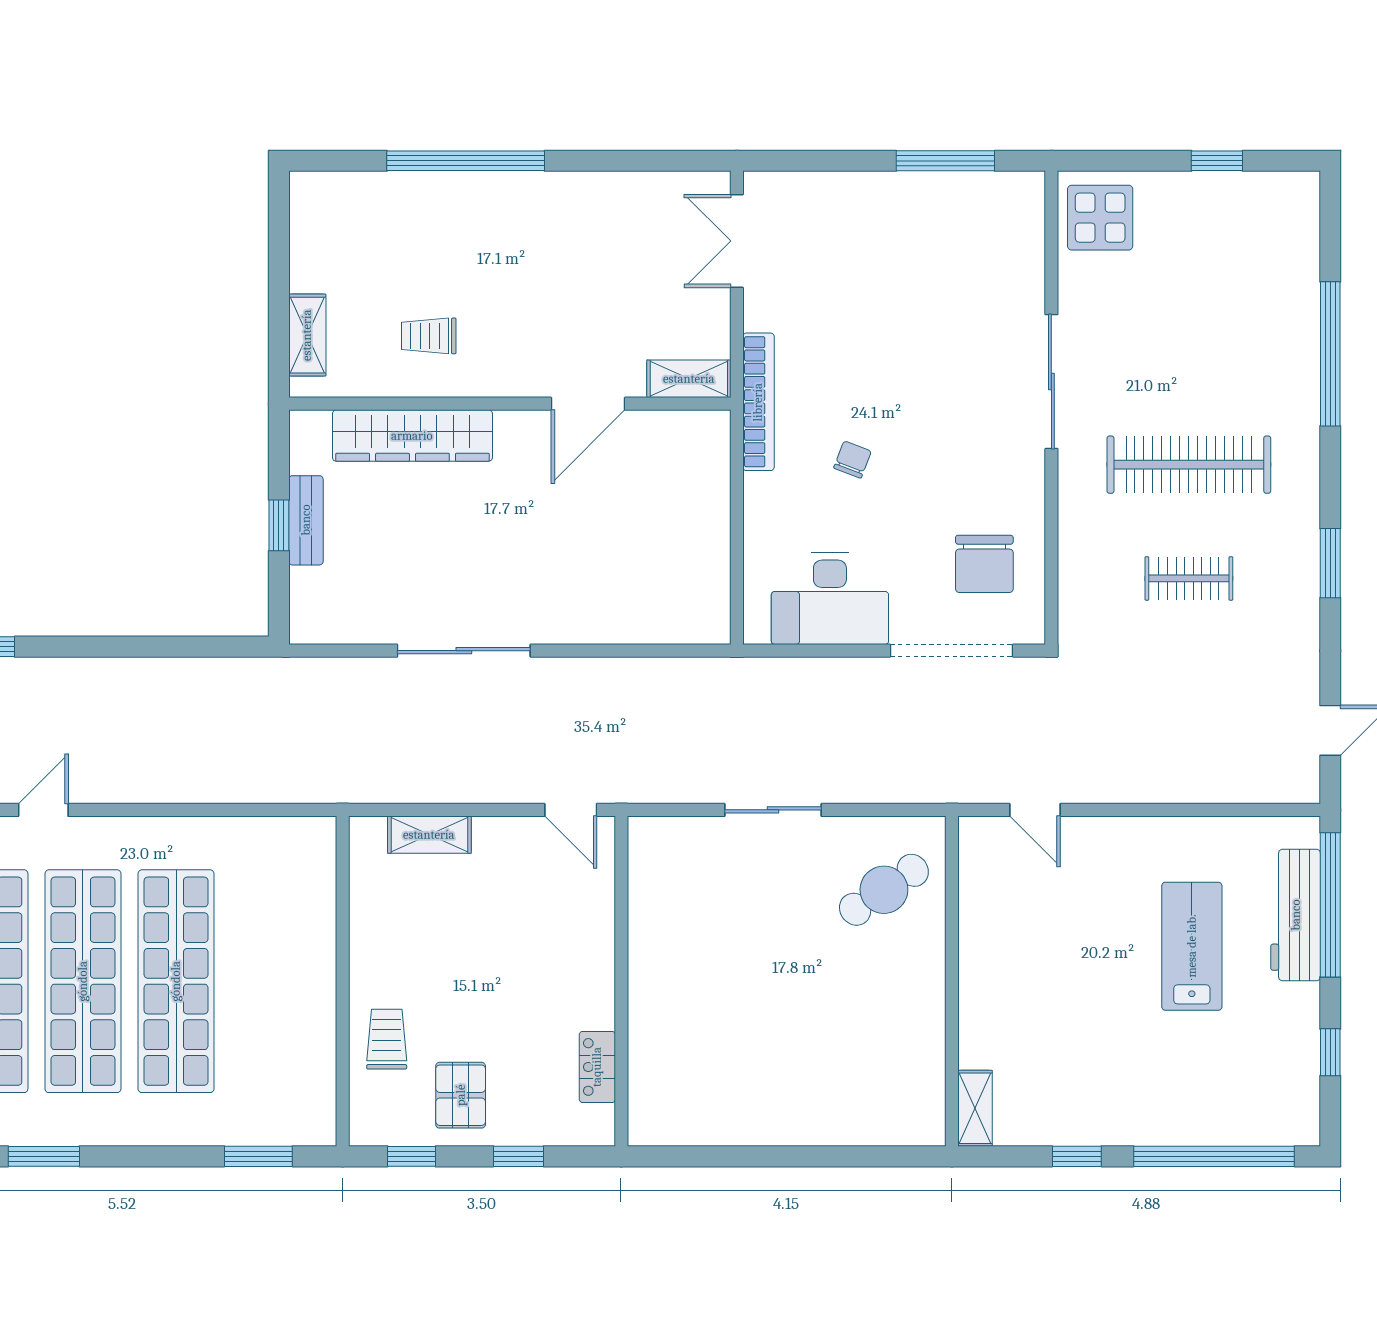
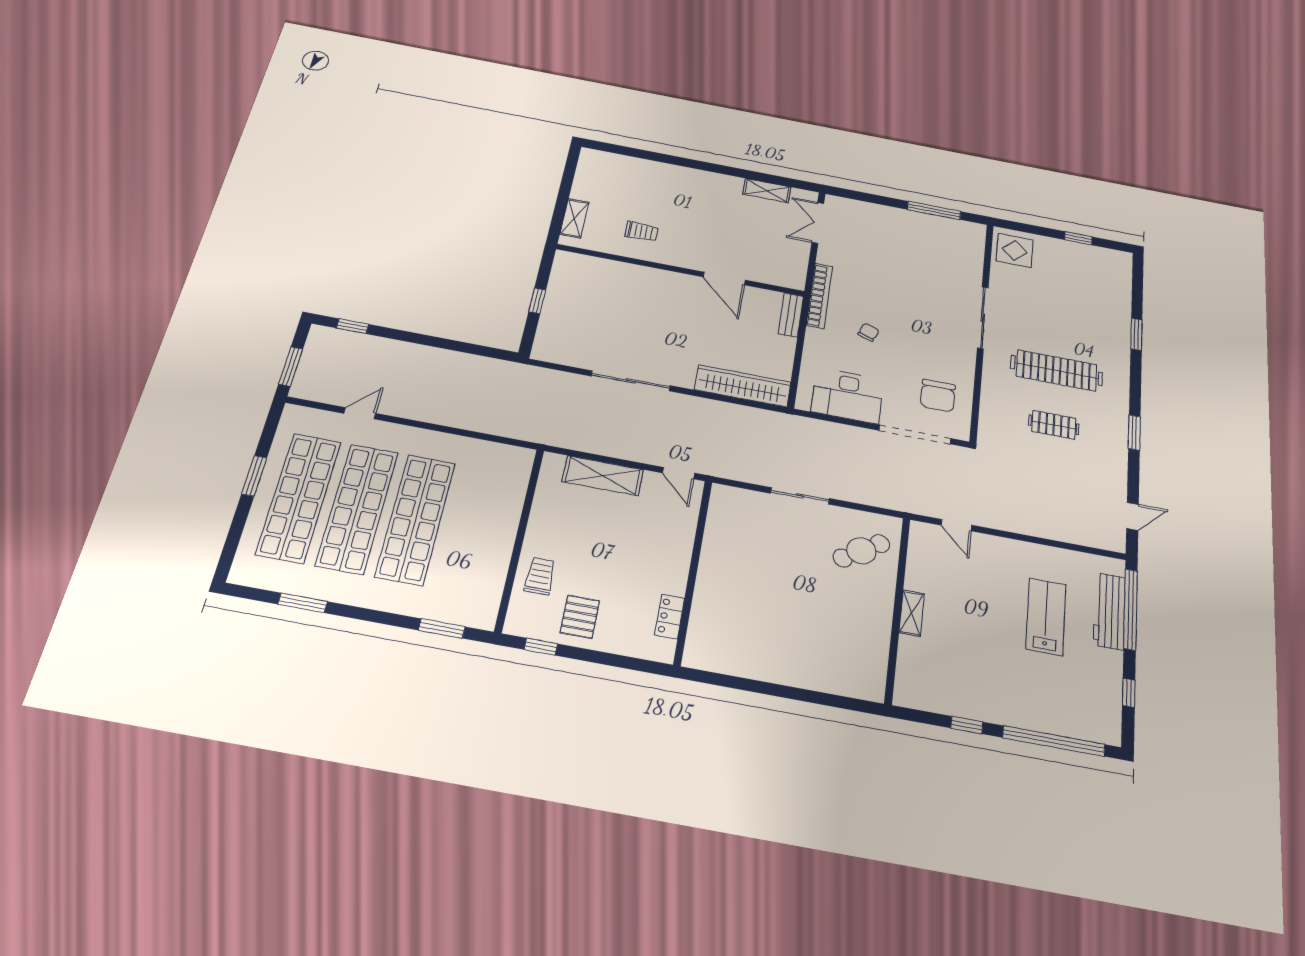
window: (466, 161) -> (677, 161), removed
trolley: (429, 336) -> (642, 231), turned 180
window: (1330, 354) -> (1136, 334), width x0.47
shelving: (689, 379) -> (767, 191), moved
door: (588, 404) -> (724, 279), hinge flipped
wardrobe: (412, 436) -> (743, 386), moved, turned 180
bench: (306, 520) -> (791, 315), moved
shelving: (429, 835) -> (603, 476), width x1.50, depth x1.33
shelving: (975, 1108) -> (912, 613), moved
window: (519, 1156) -> (610, 659), removed

